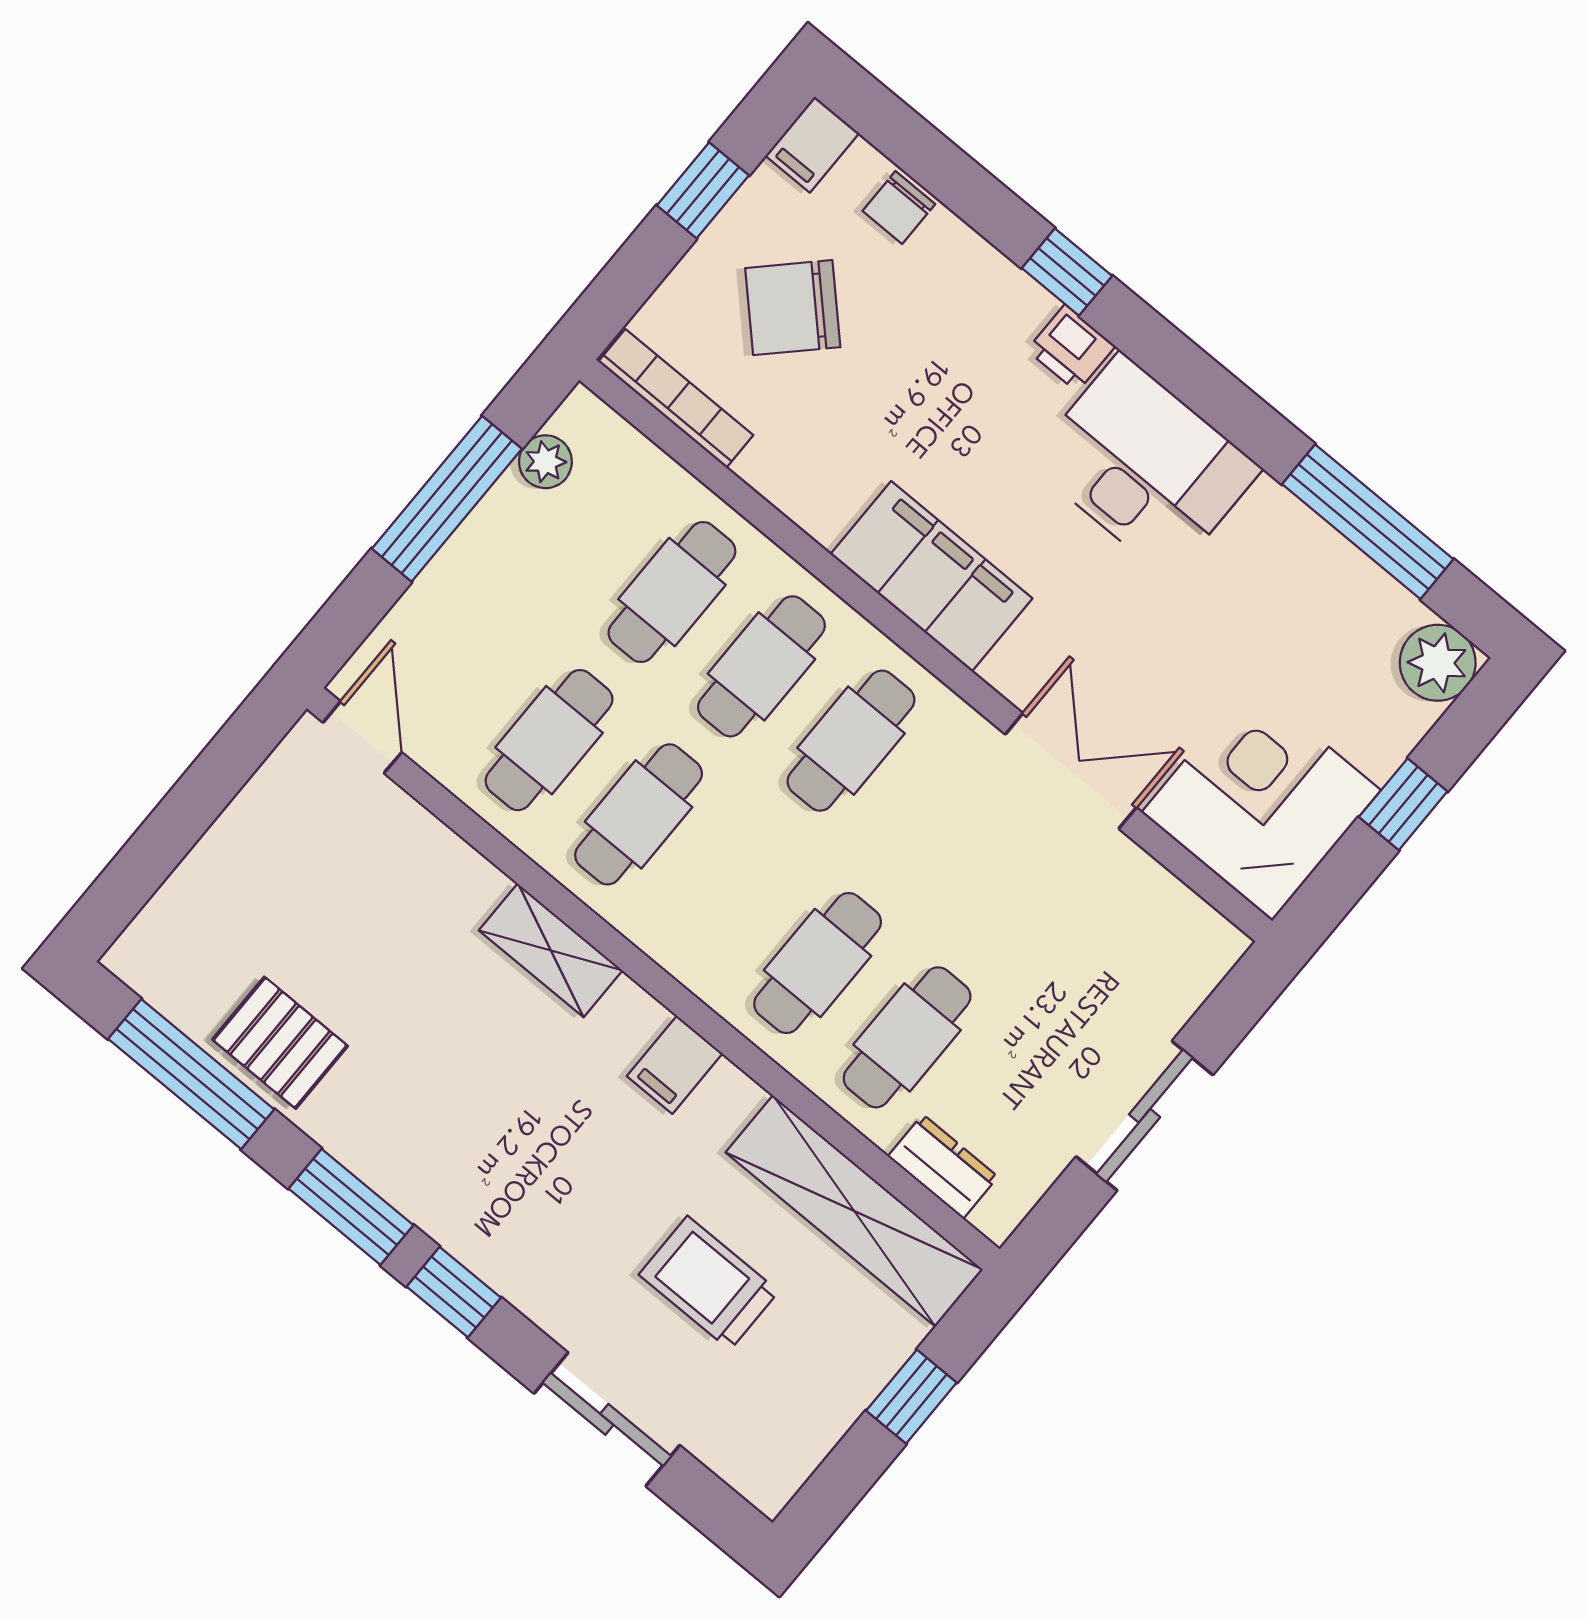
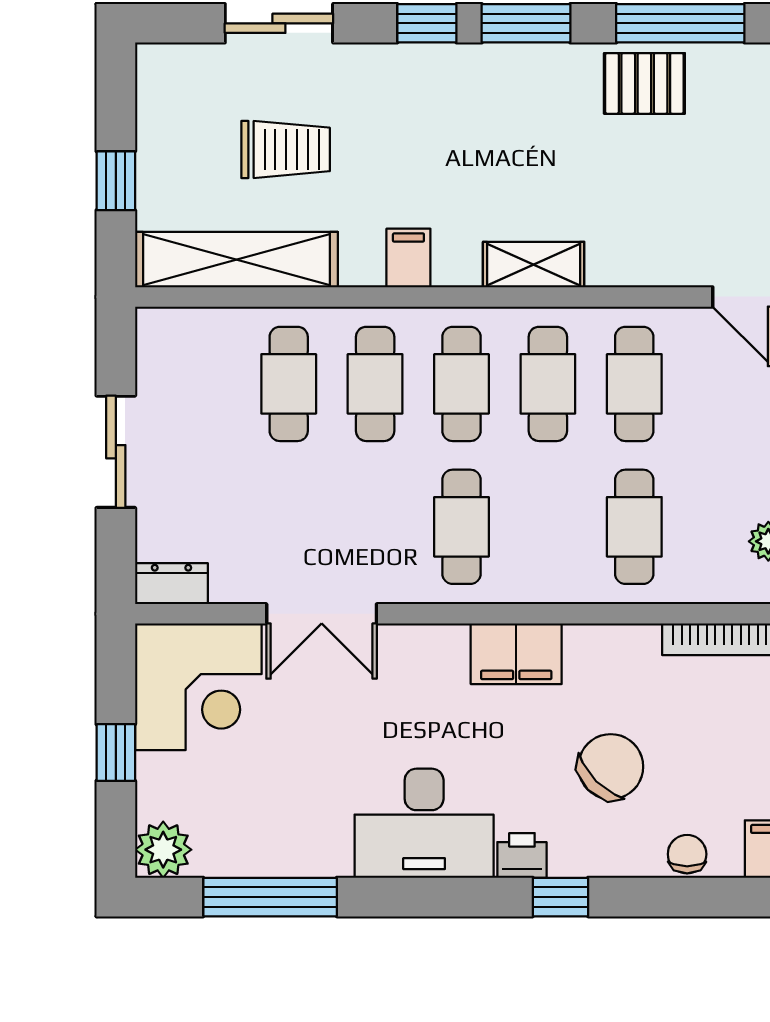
chair: (793, 308) -> (611, 767), moved
filing cabinet: (931, 576) -> (516, 654), width x0.67, depth x0.86
cafe table: (761, 666) -> (461, 384), moved
dresser: (943, 1167) -> (171, 584), moved, turned 180

